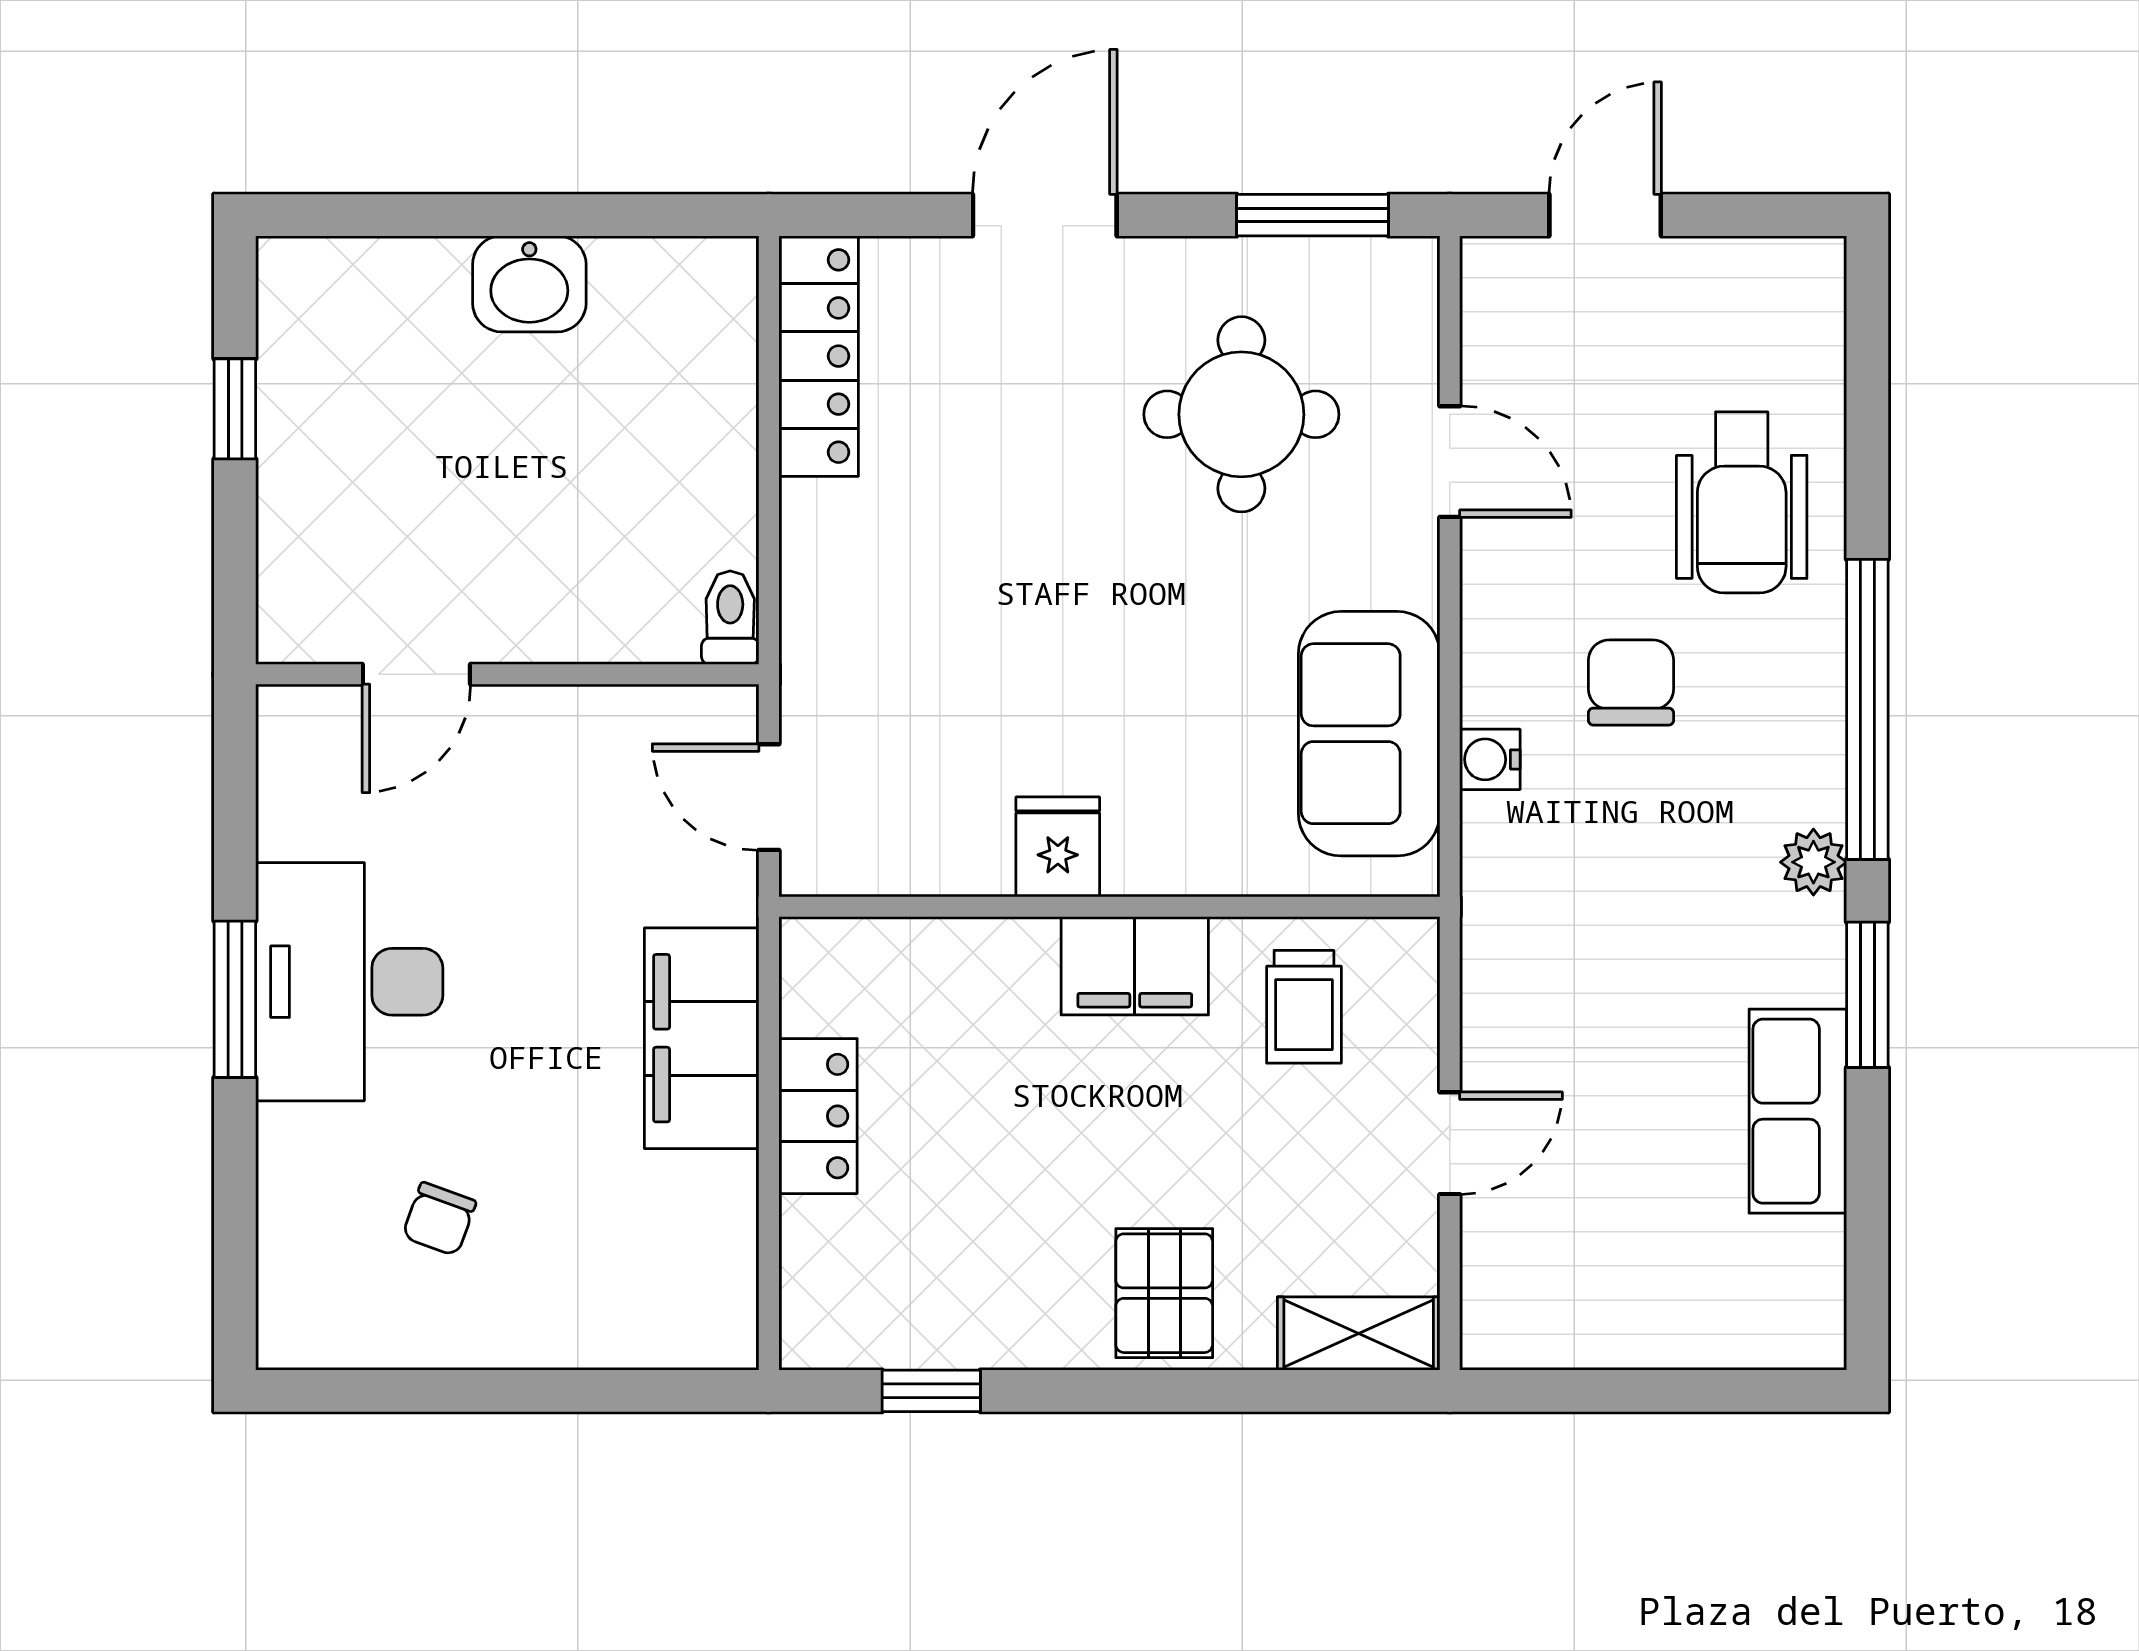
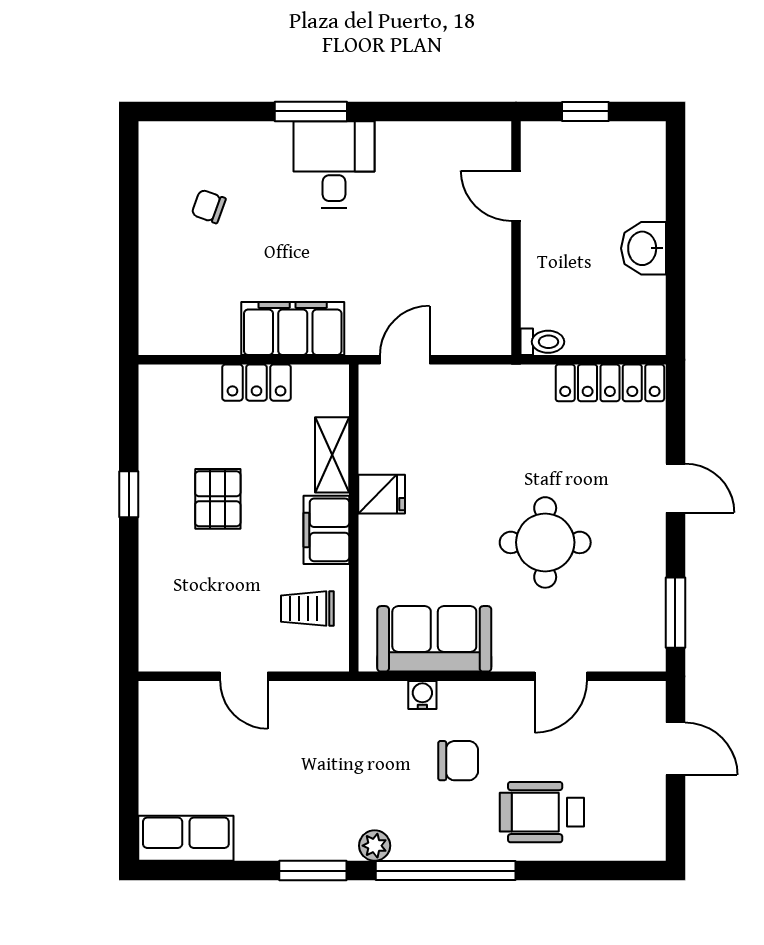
door: (1045, 215) -> (675, 488), width x0.73
round table: (1241, 414) -> (545, 542), moved
toilet: (730, 618) -> (542, 342), moved
door: (416, 674) -> (516, 196), moved
wall: (507, 674) -> (516, 238), moved
desk: (349, 982) -> (334, 165), width x0.73
row of seats: (1798, 1111) -> (186, 838), moved
pallet: (1164, 1293) -> (218, 499), moved, turned 90
shelving: (1359, 1334) -> (332, 455), moved
window: (931, 1391) -> (129, 494), moved

